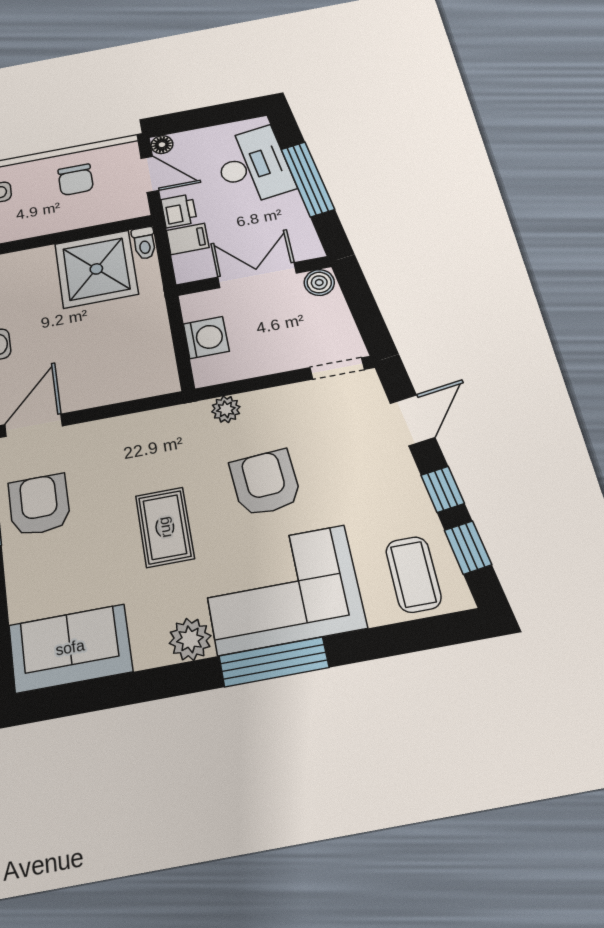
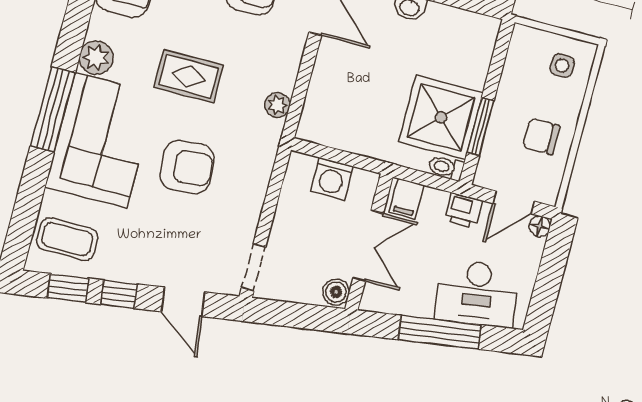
window: (90, 232) -> (480, 127), added
filing cabinet: (188, 239) -> (407, 199), moved
plant: (226, 409) -> (277, 105), moved

